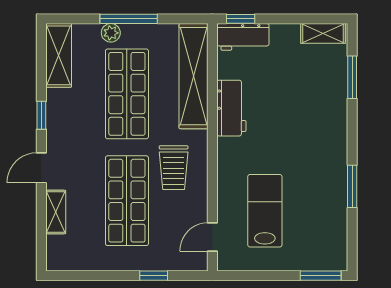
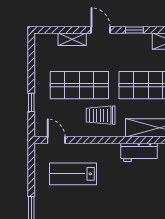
lab bench: (265, 211) -> (73, 174), turned 180

